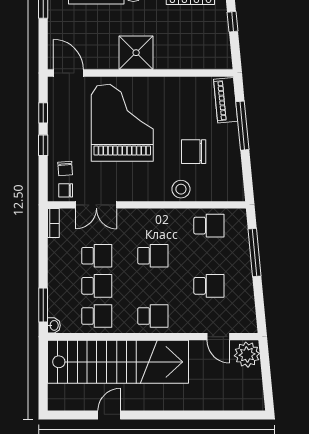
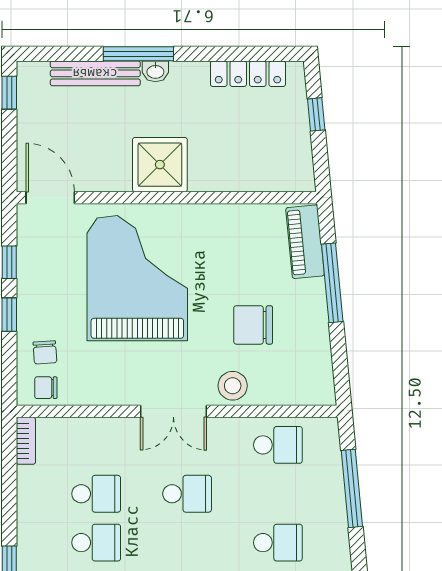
double door: (96, 205) -> (173, 411), moved

